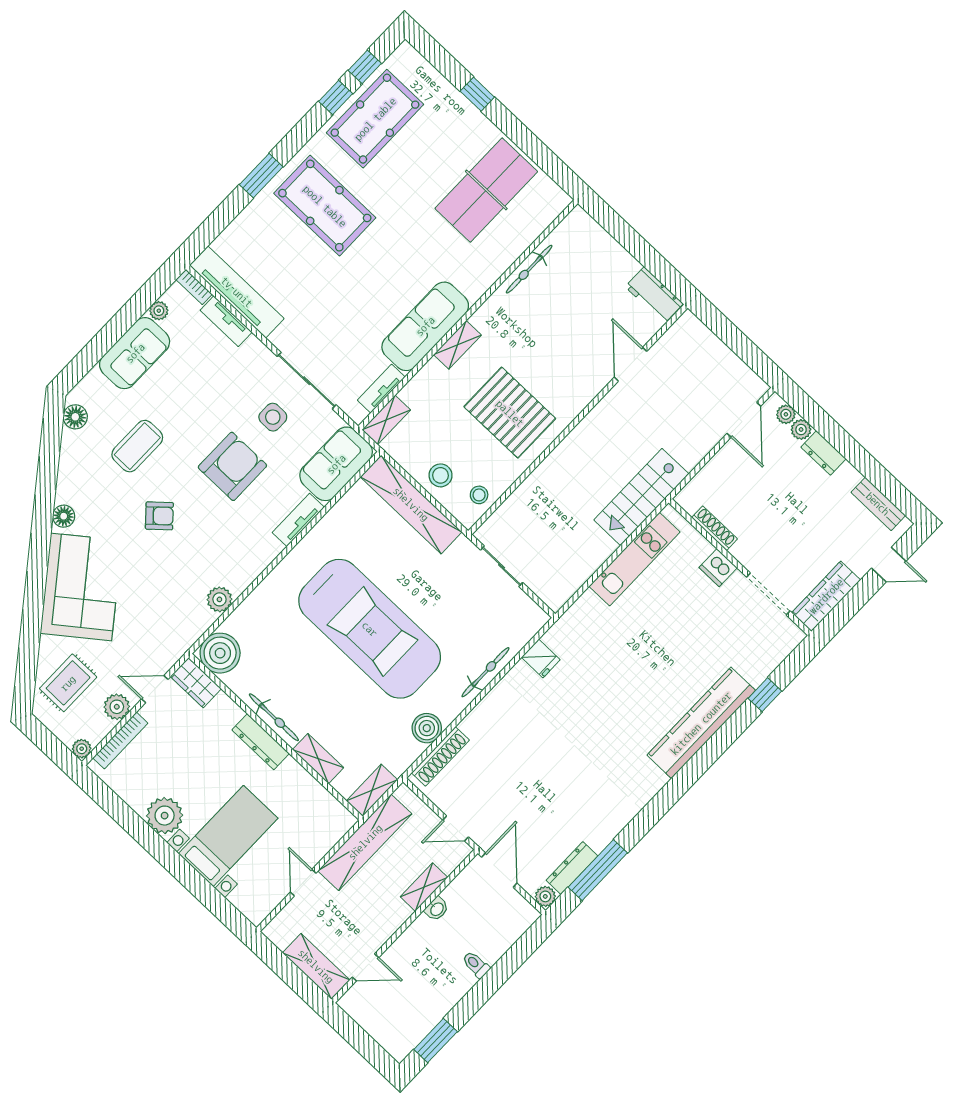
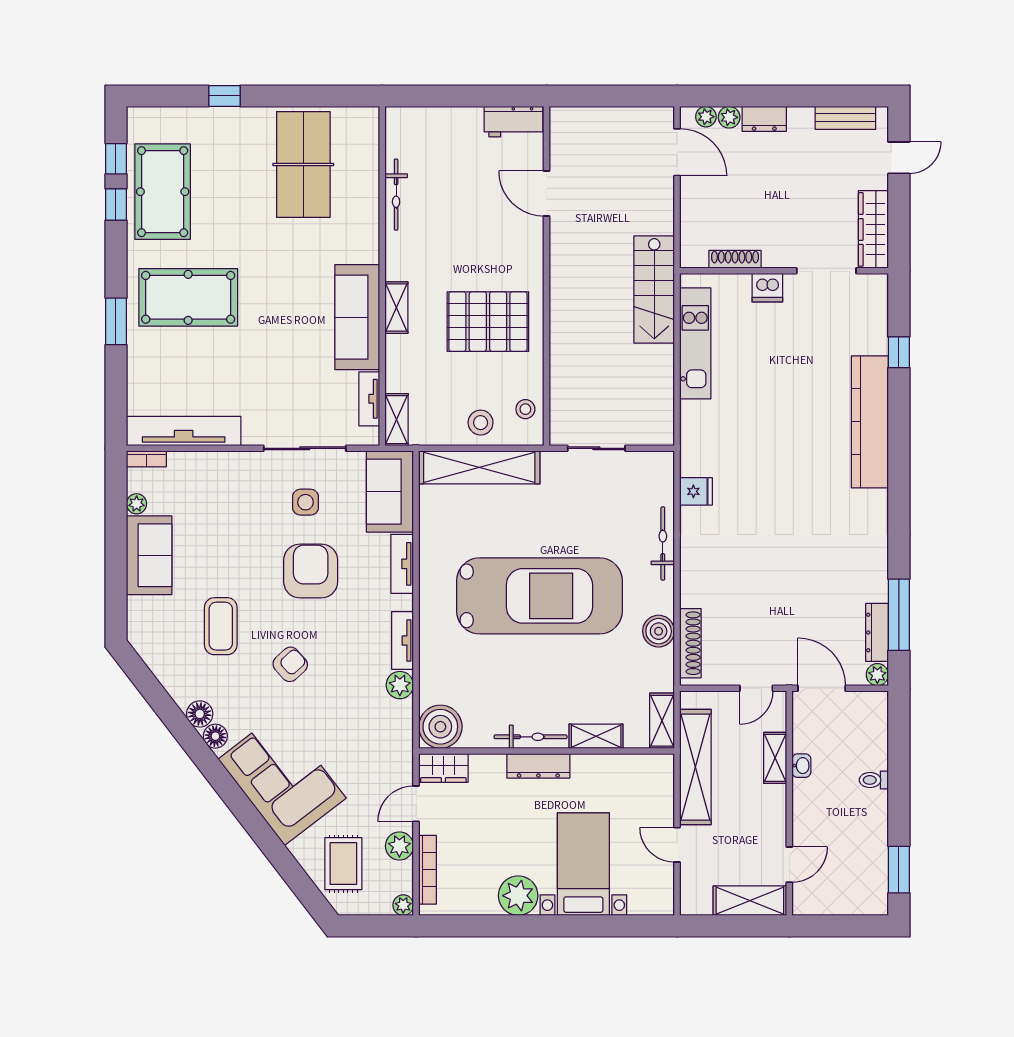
tv unit: (226, 321) -> (402, 640), moved, turned 90
floor lamp: (75, 417) -> (200, 714), moved

